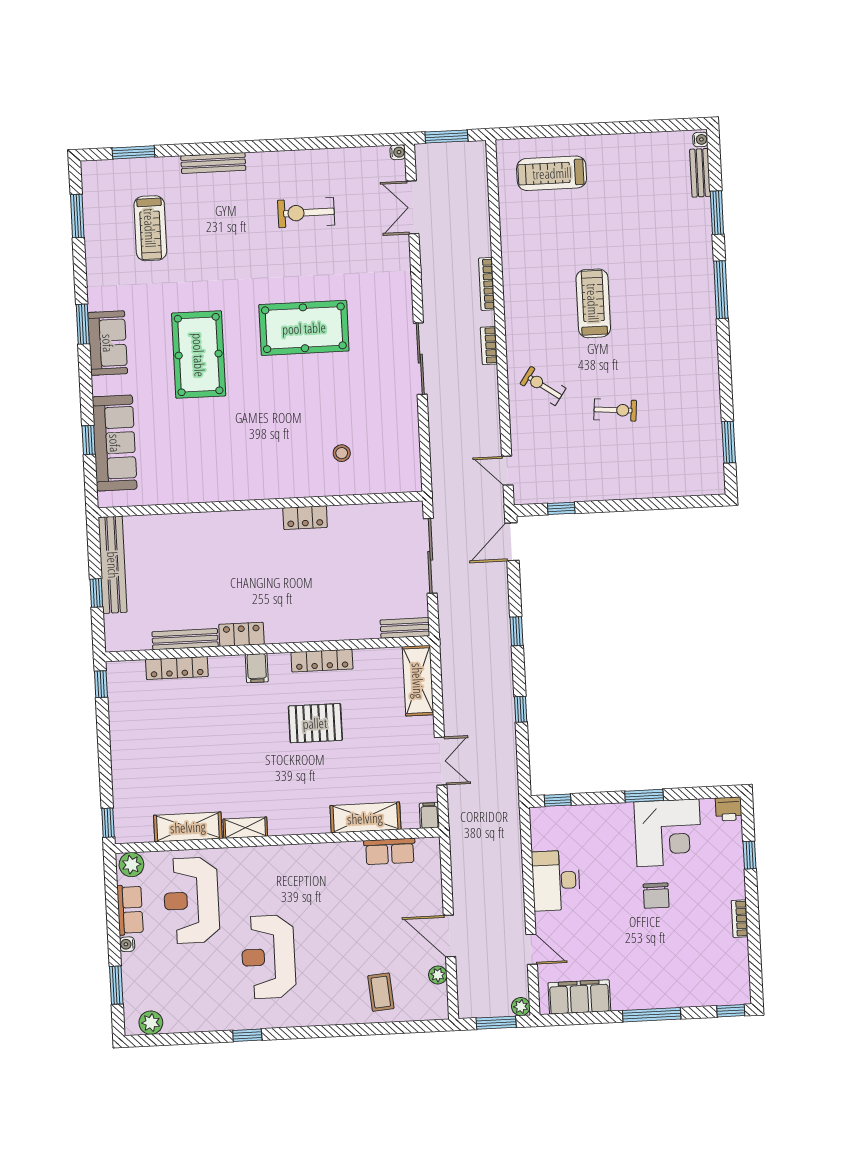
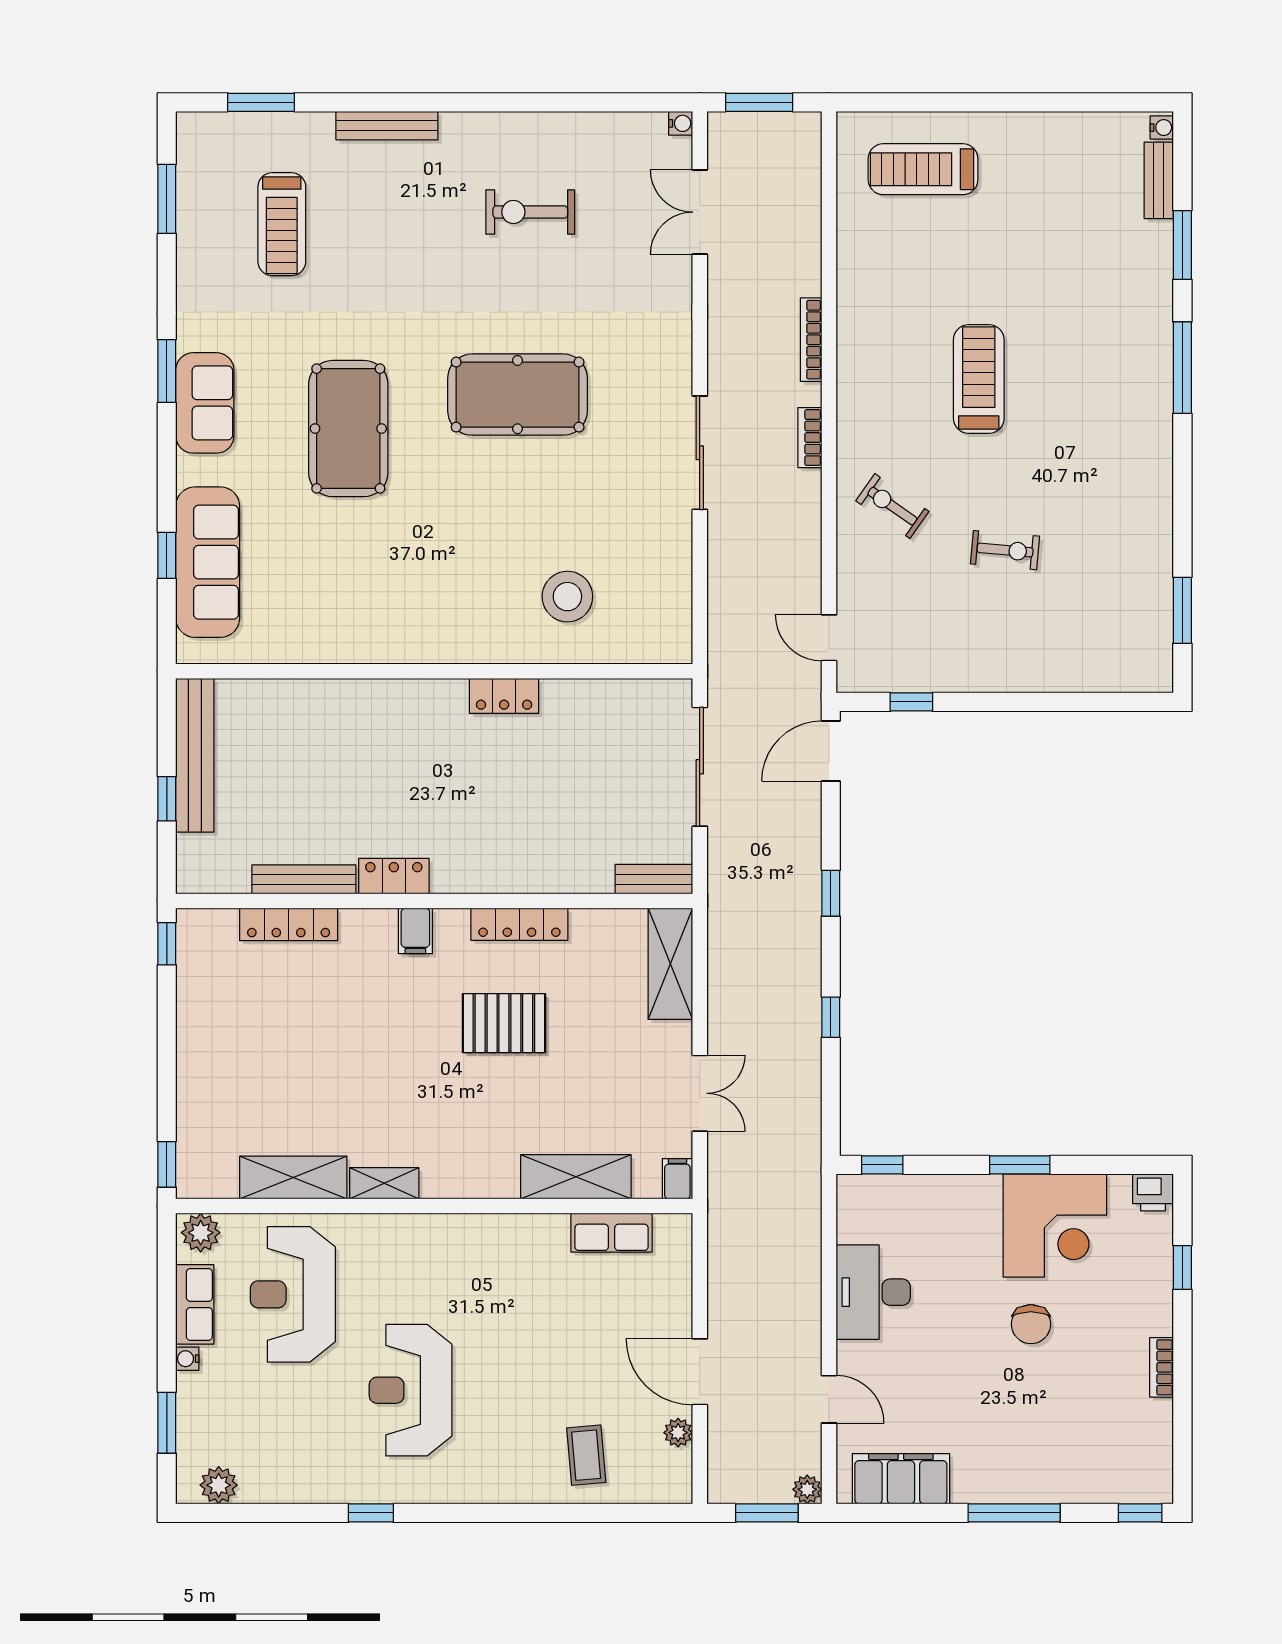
stool: (342, 453) -> (567, 597), width x1.89, depth x1.89

